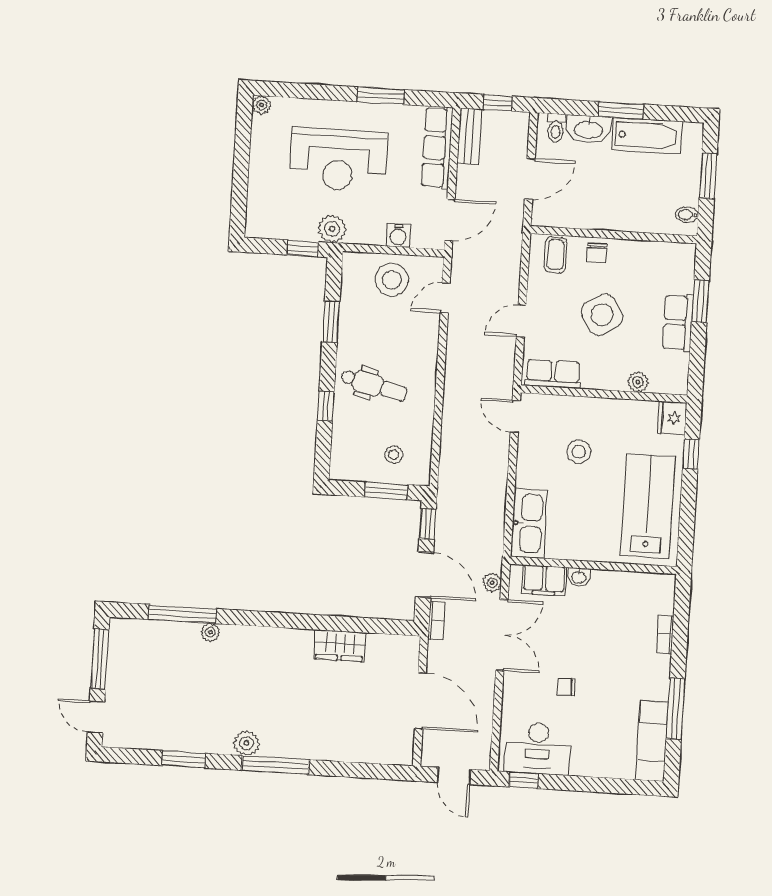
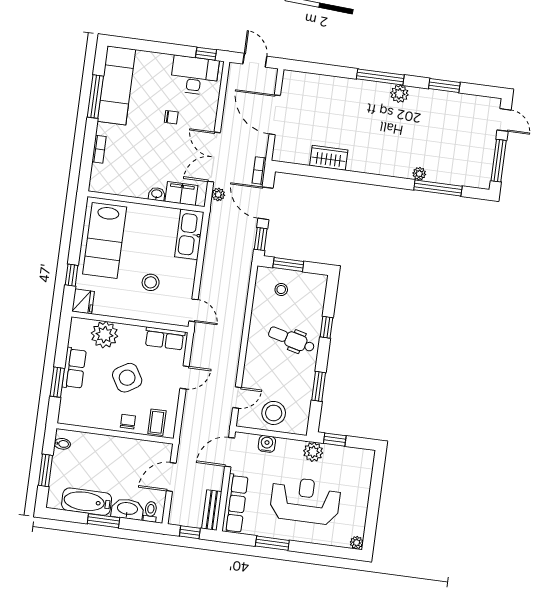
plant: (638, 382) -> (105, 335), width x1.88, depth x1.88
exam couch: (652, 741) -> (116, 85), width x1.36, depth x1.45

